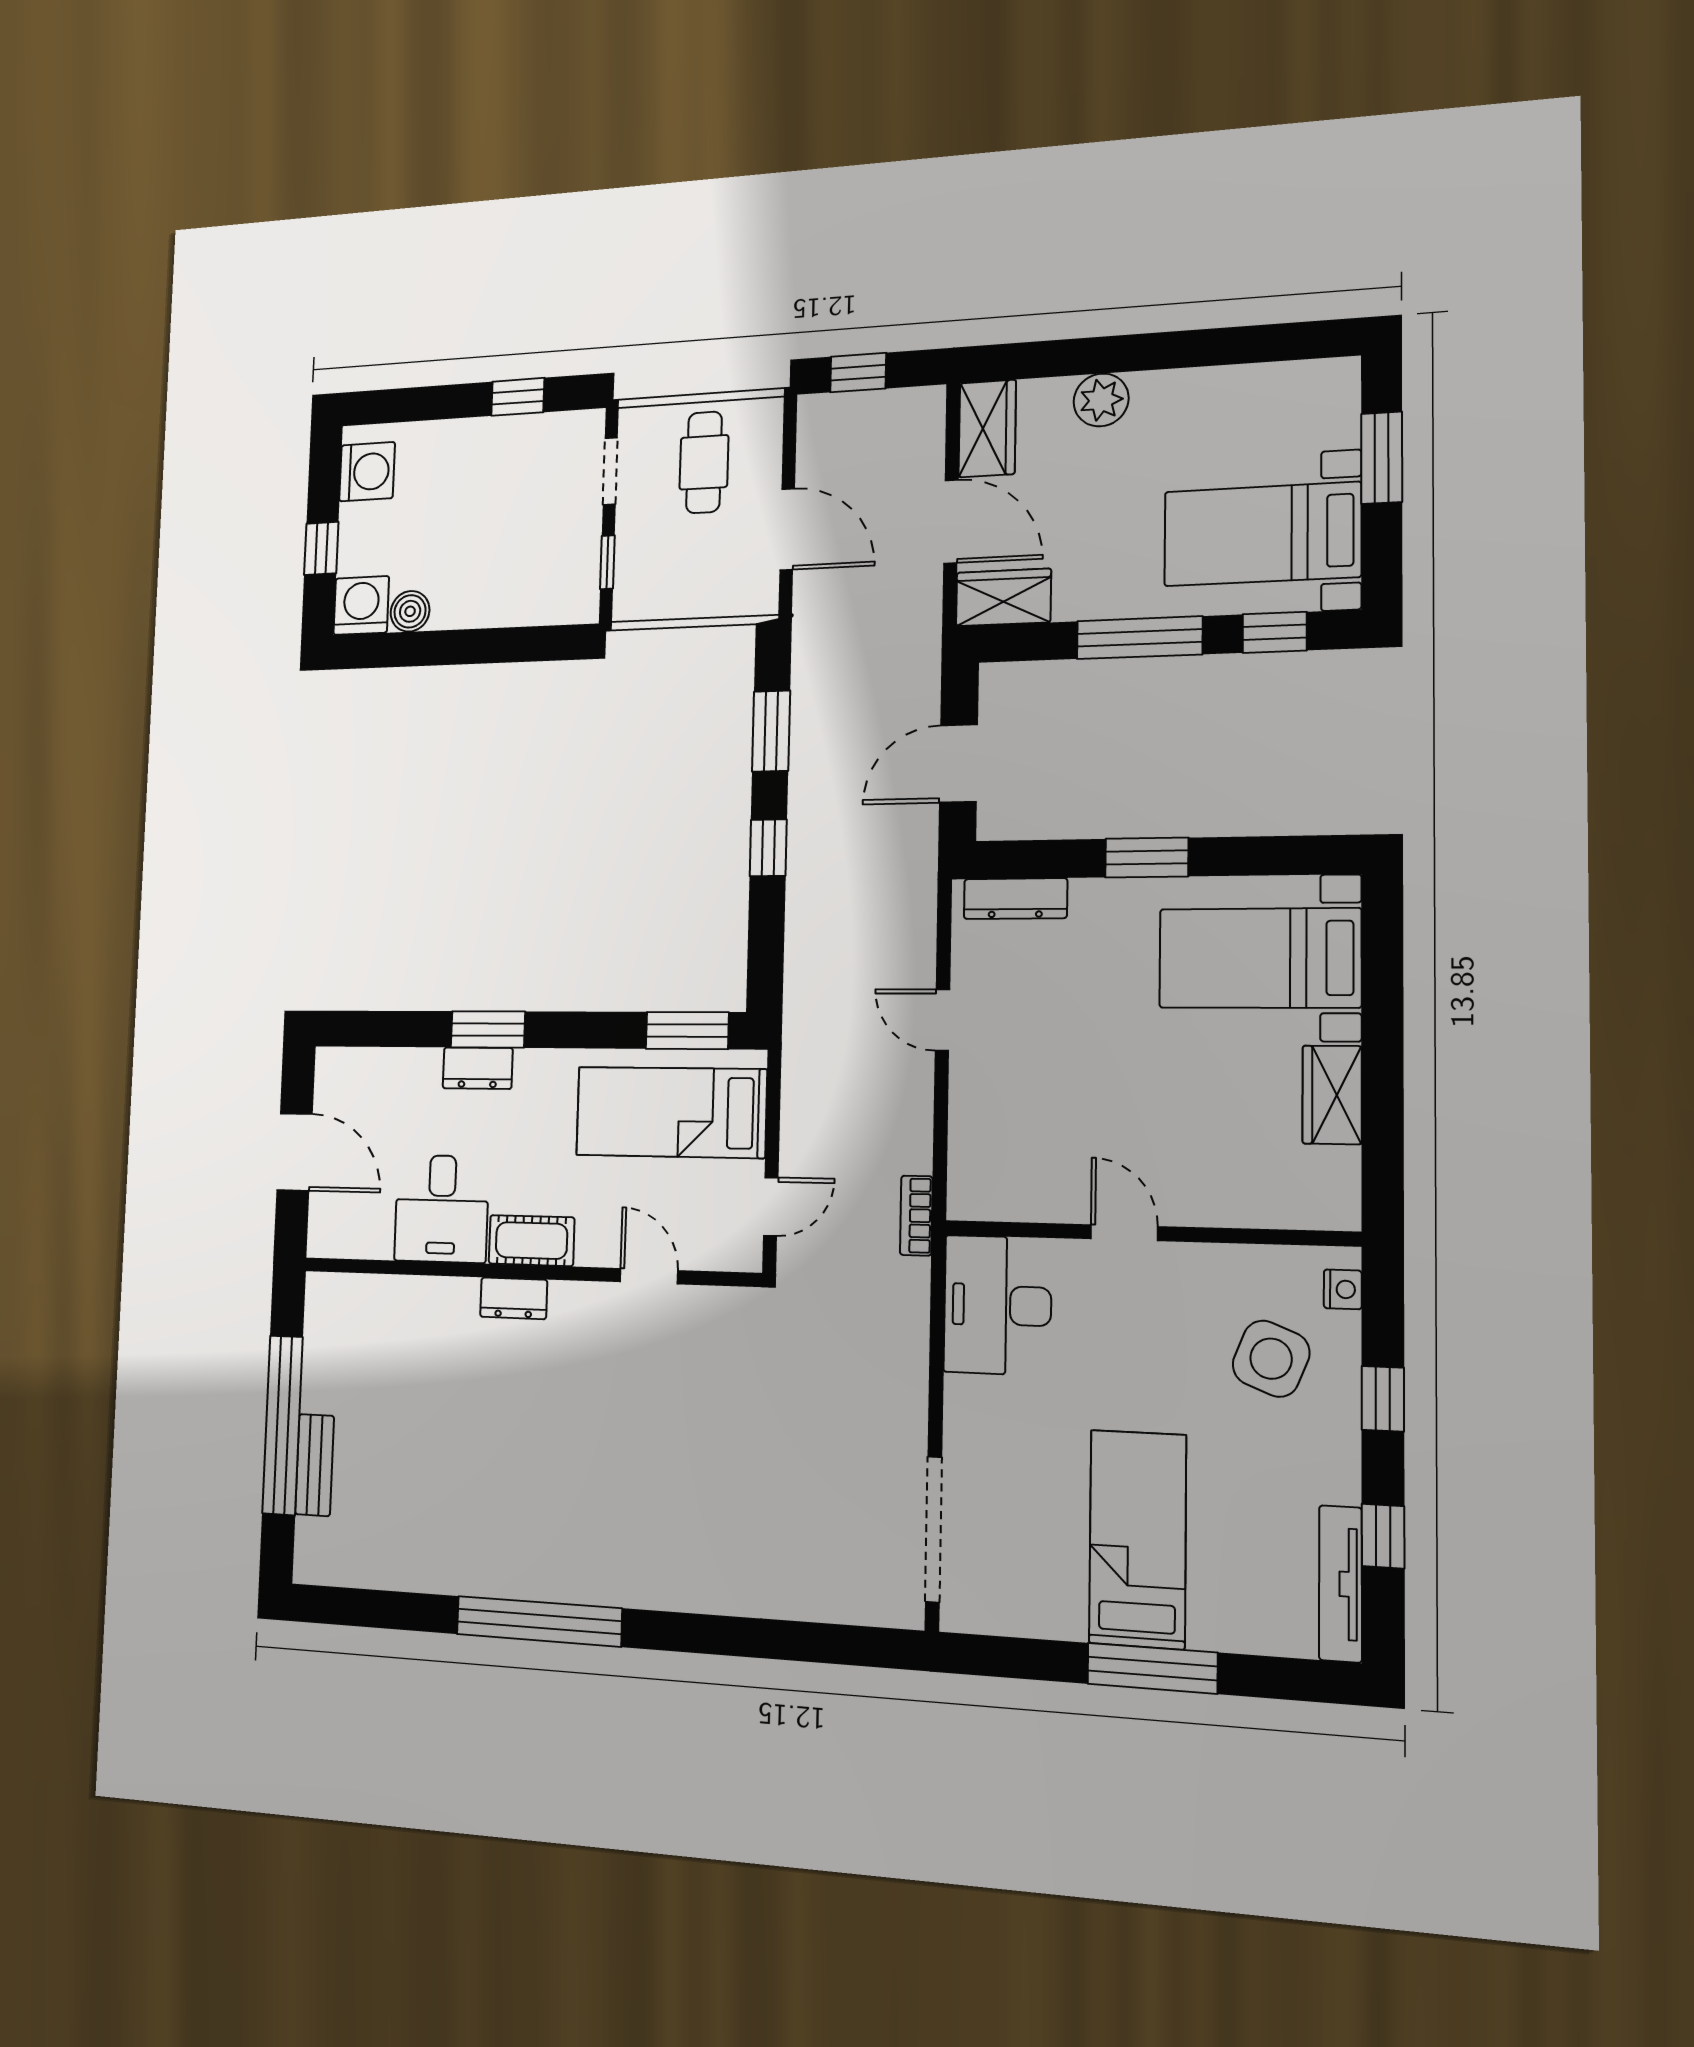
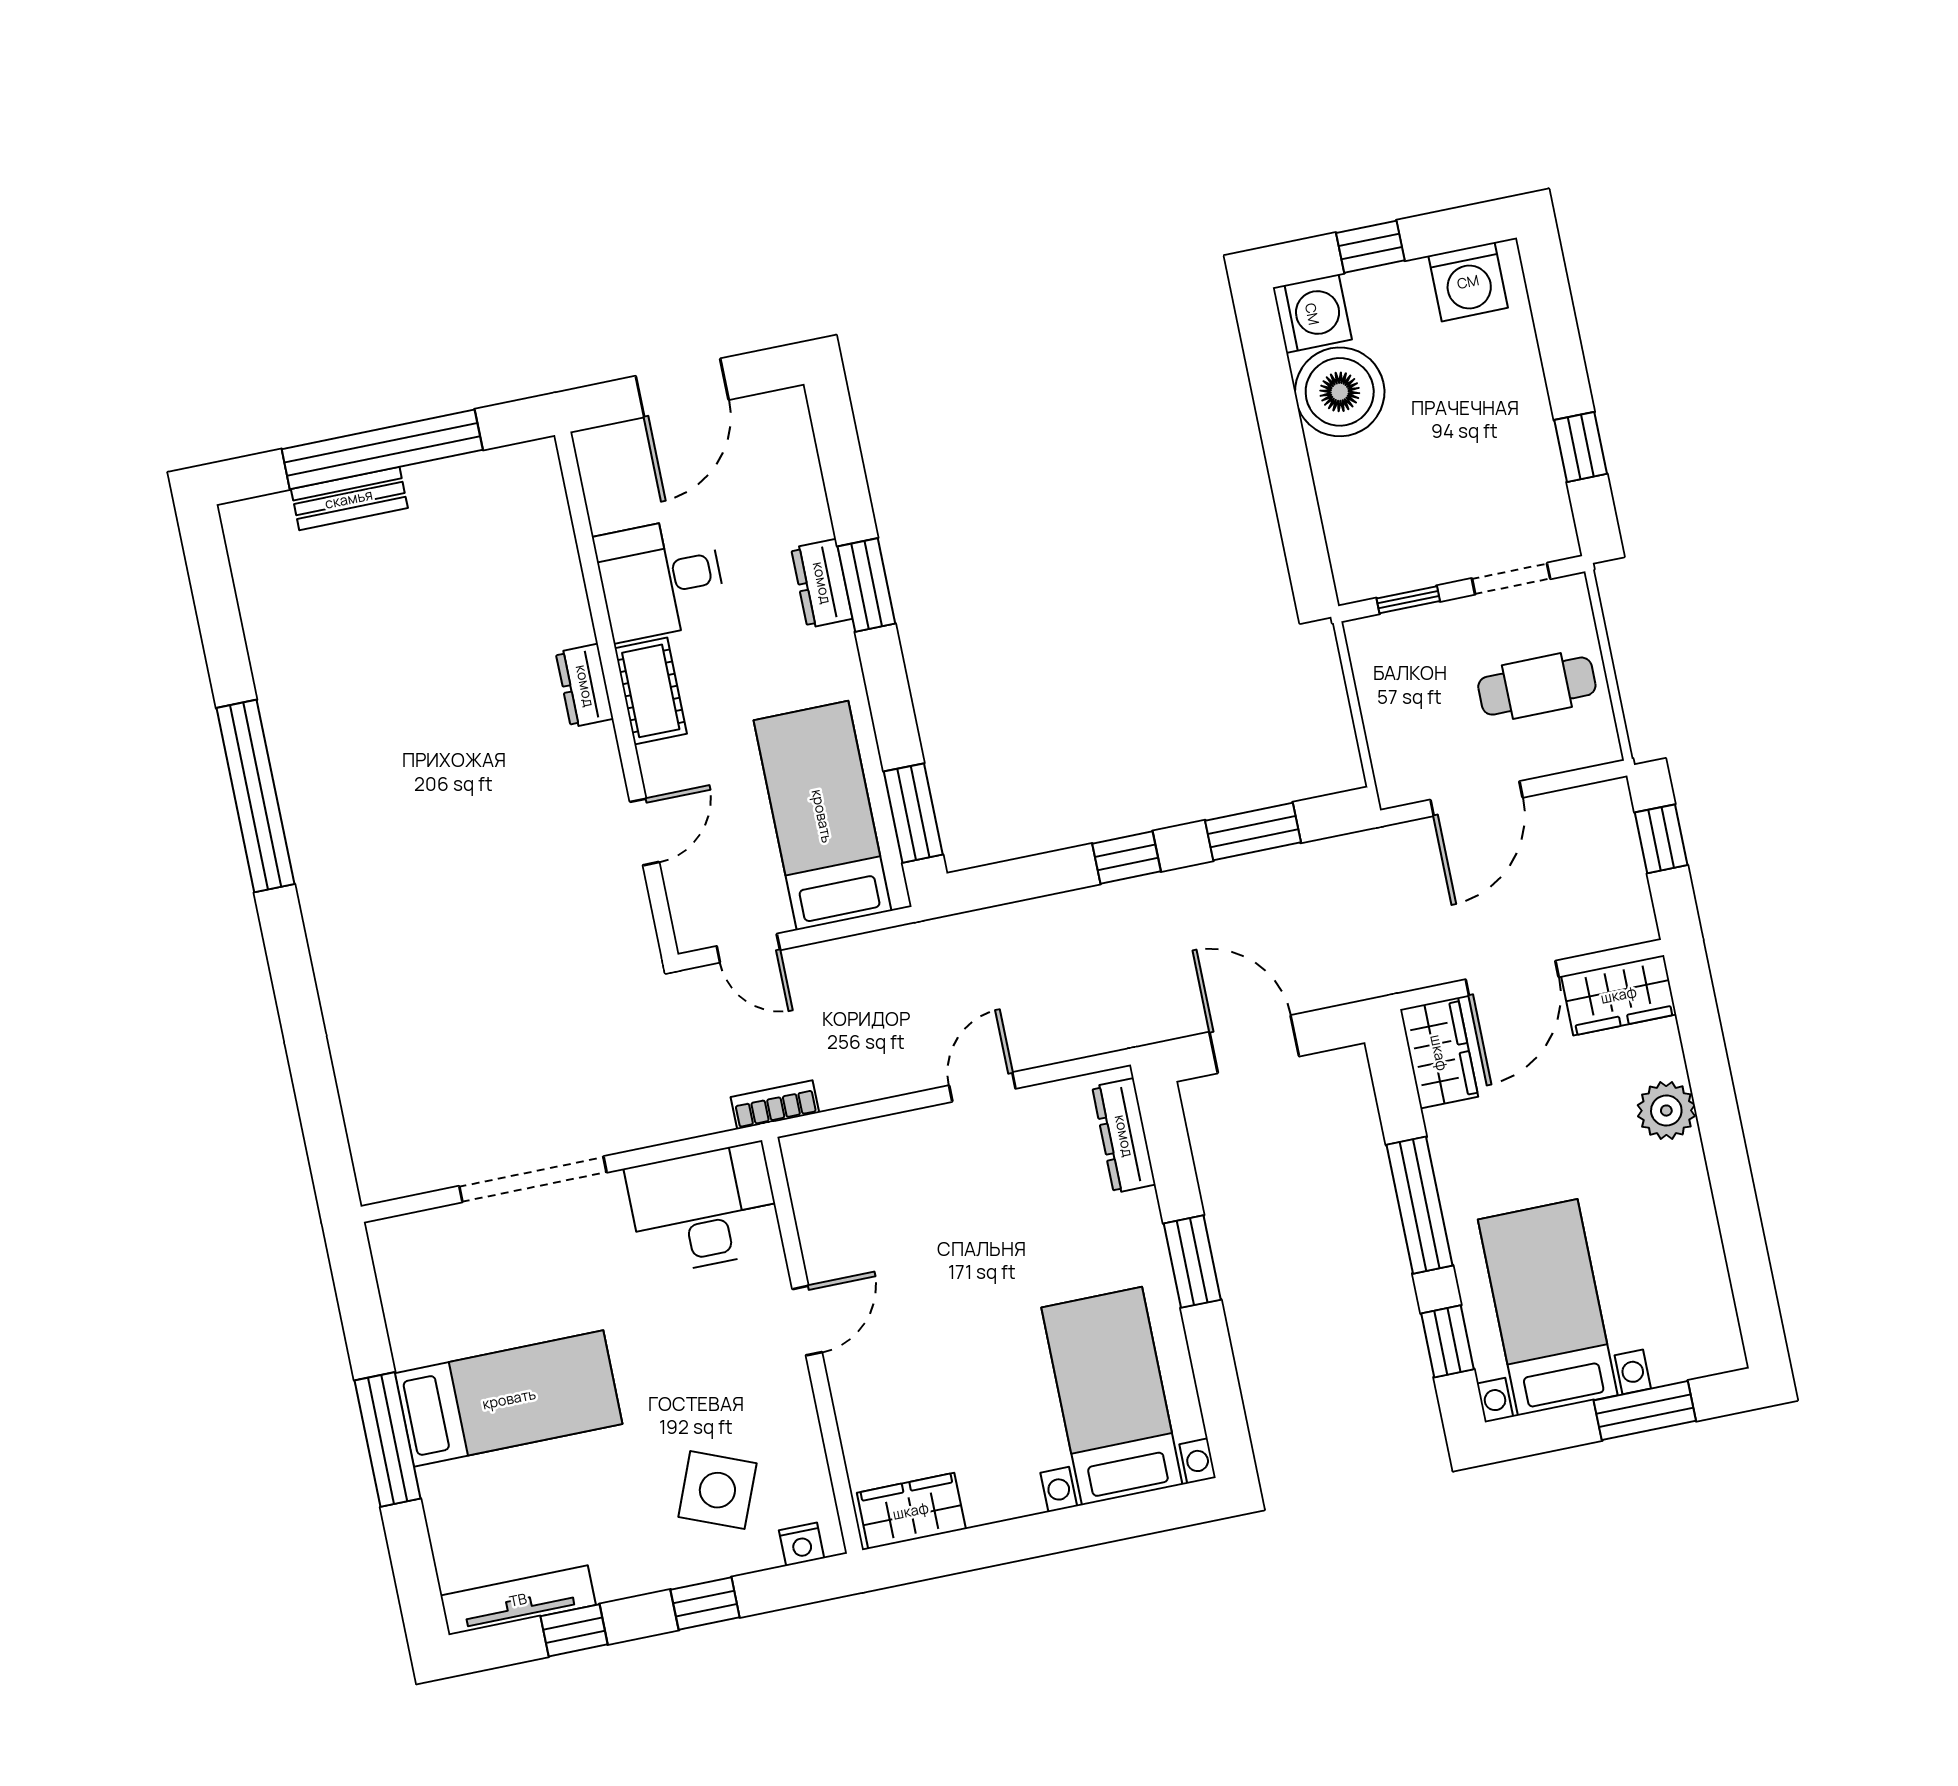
boiler: (410, 611) -> (1340, 392), width x1.86, depth x1.86
wardrobe: (1332, 1095) -> (911, 1511), moved
doorway: (934, 1529) -> (533, 1179), moved

